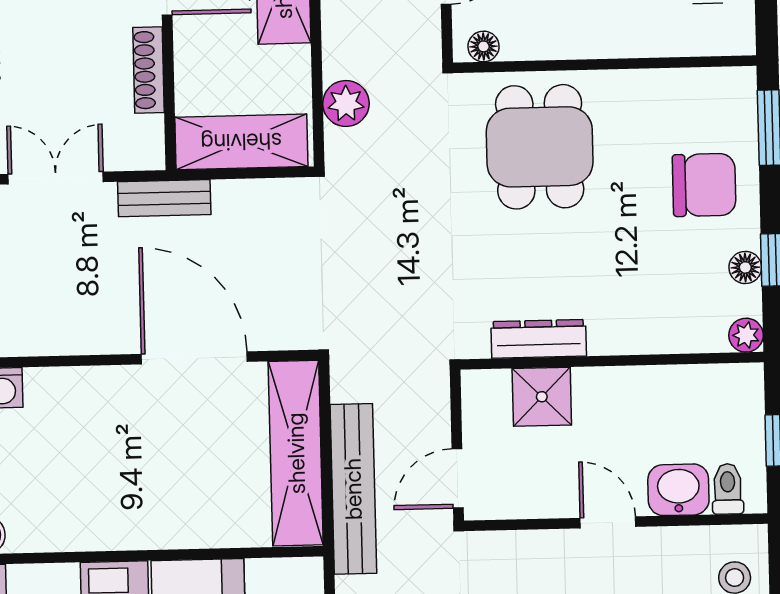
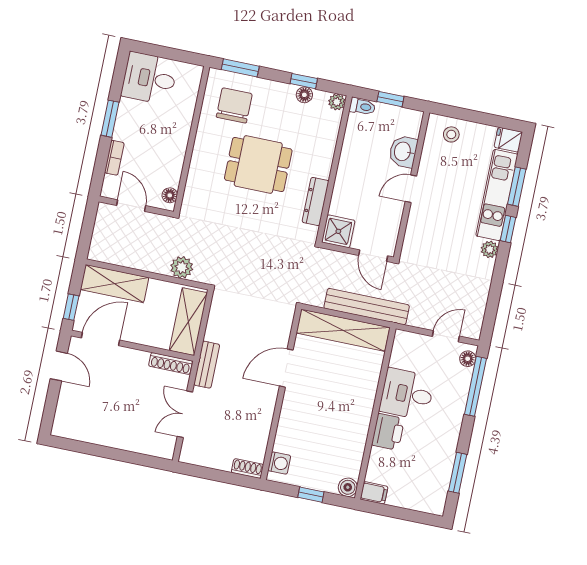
shoe rack: (149, 70) -> (171, 363), moved
dining table: (540, 147) -> (258, 164), moved
chair: (704, 185) -> (234, 105), moved
door: (194, 358) -> (286, 368), width x0.73
shower: (542, 397) -> (338, 231), moved
toilet: (728, 489) -> (362, 106), moved, turned 180

